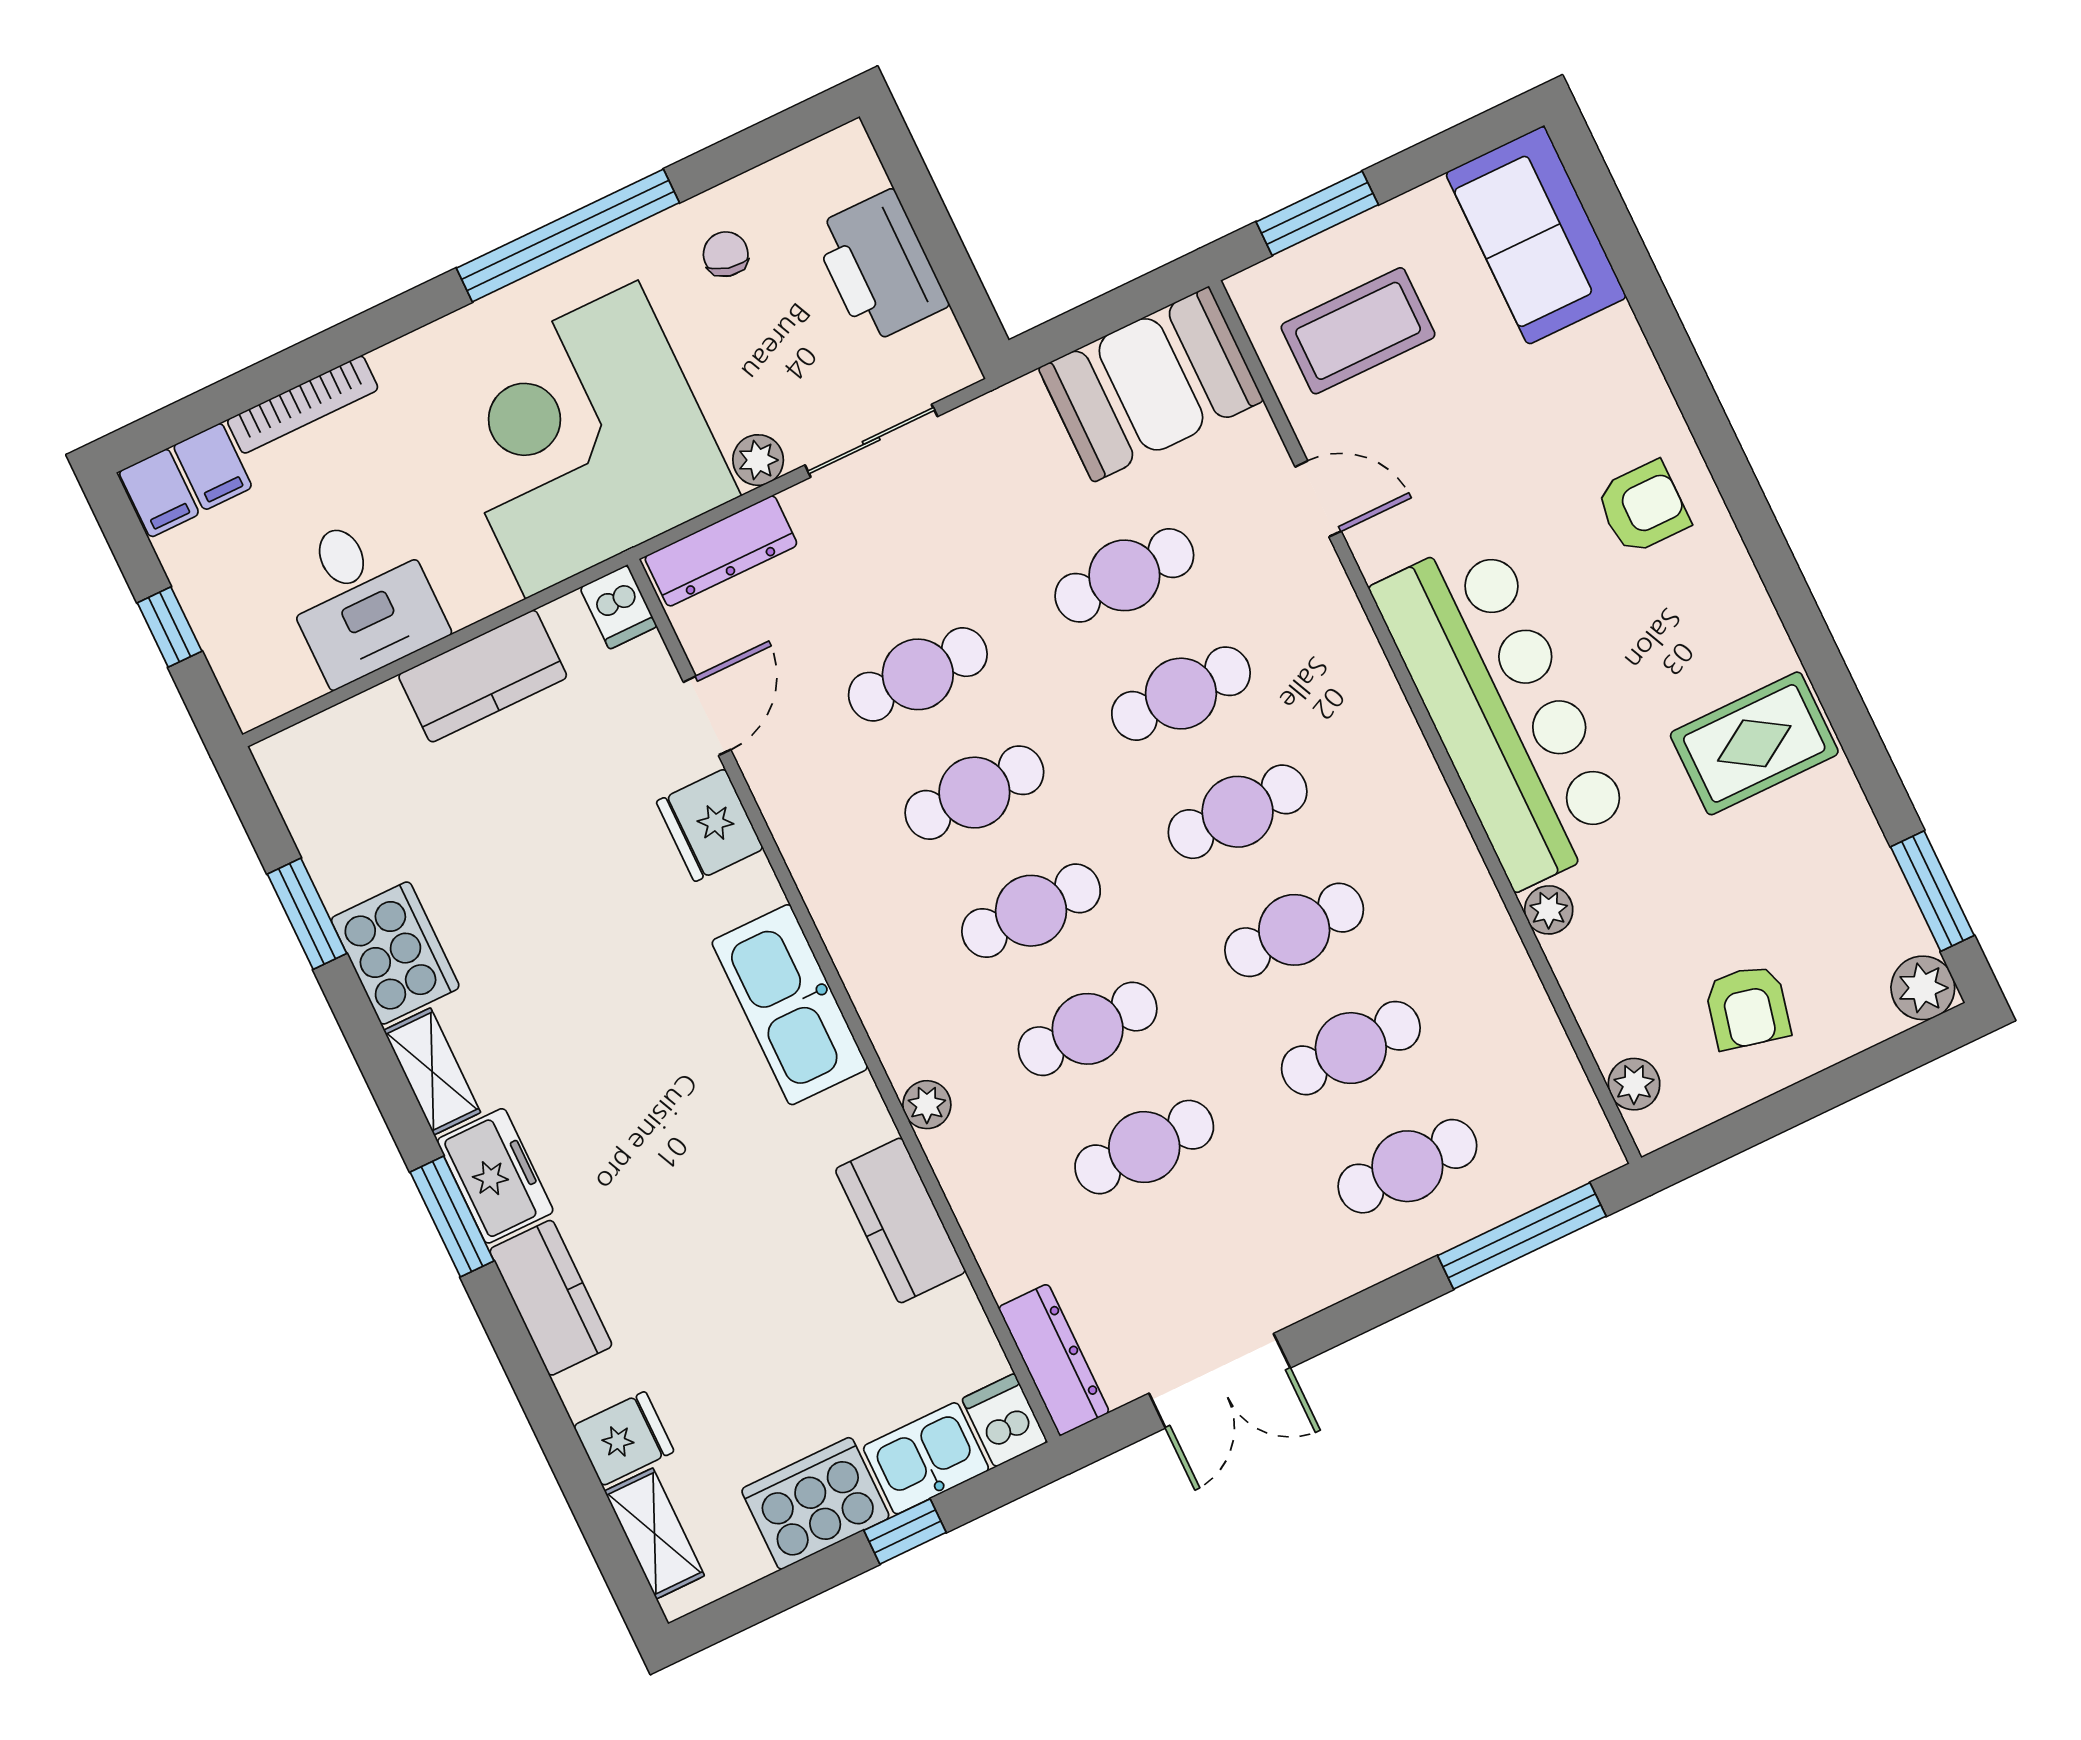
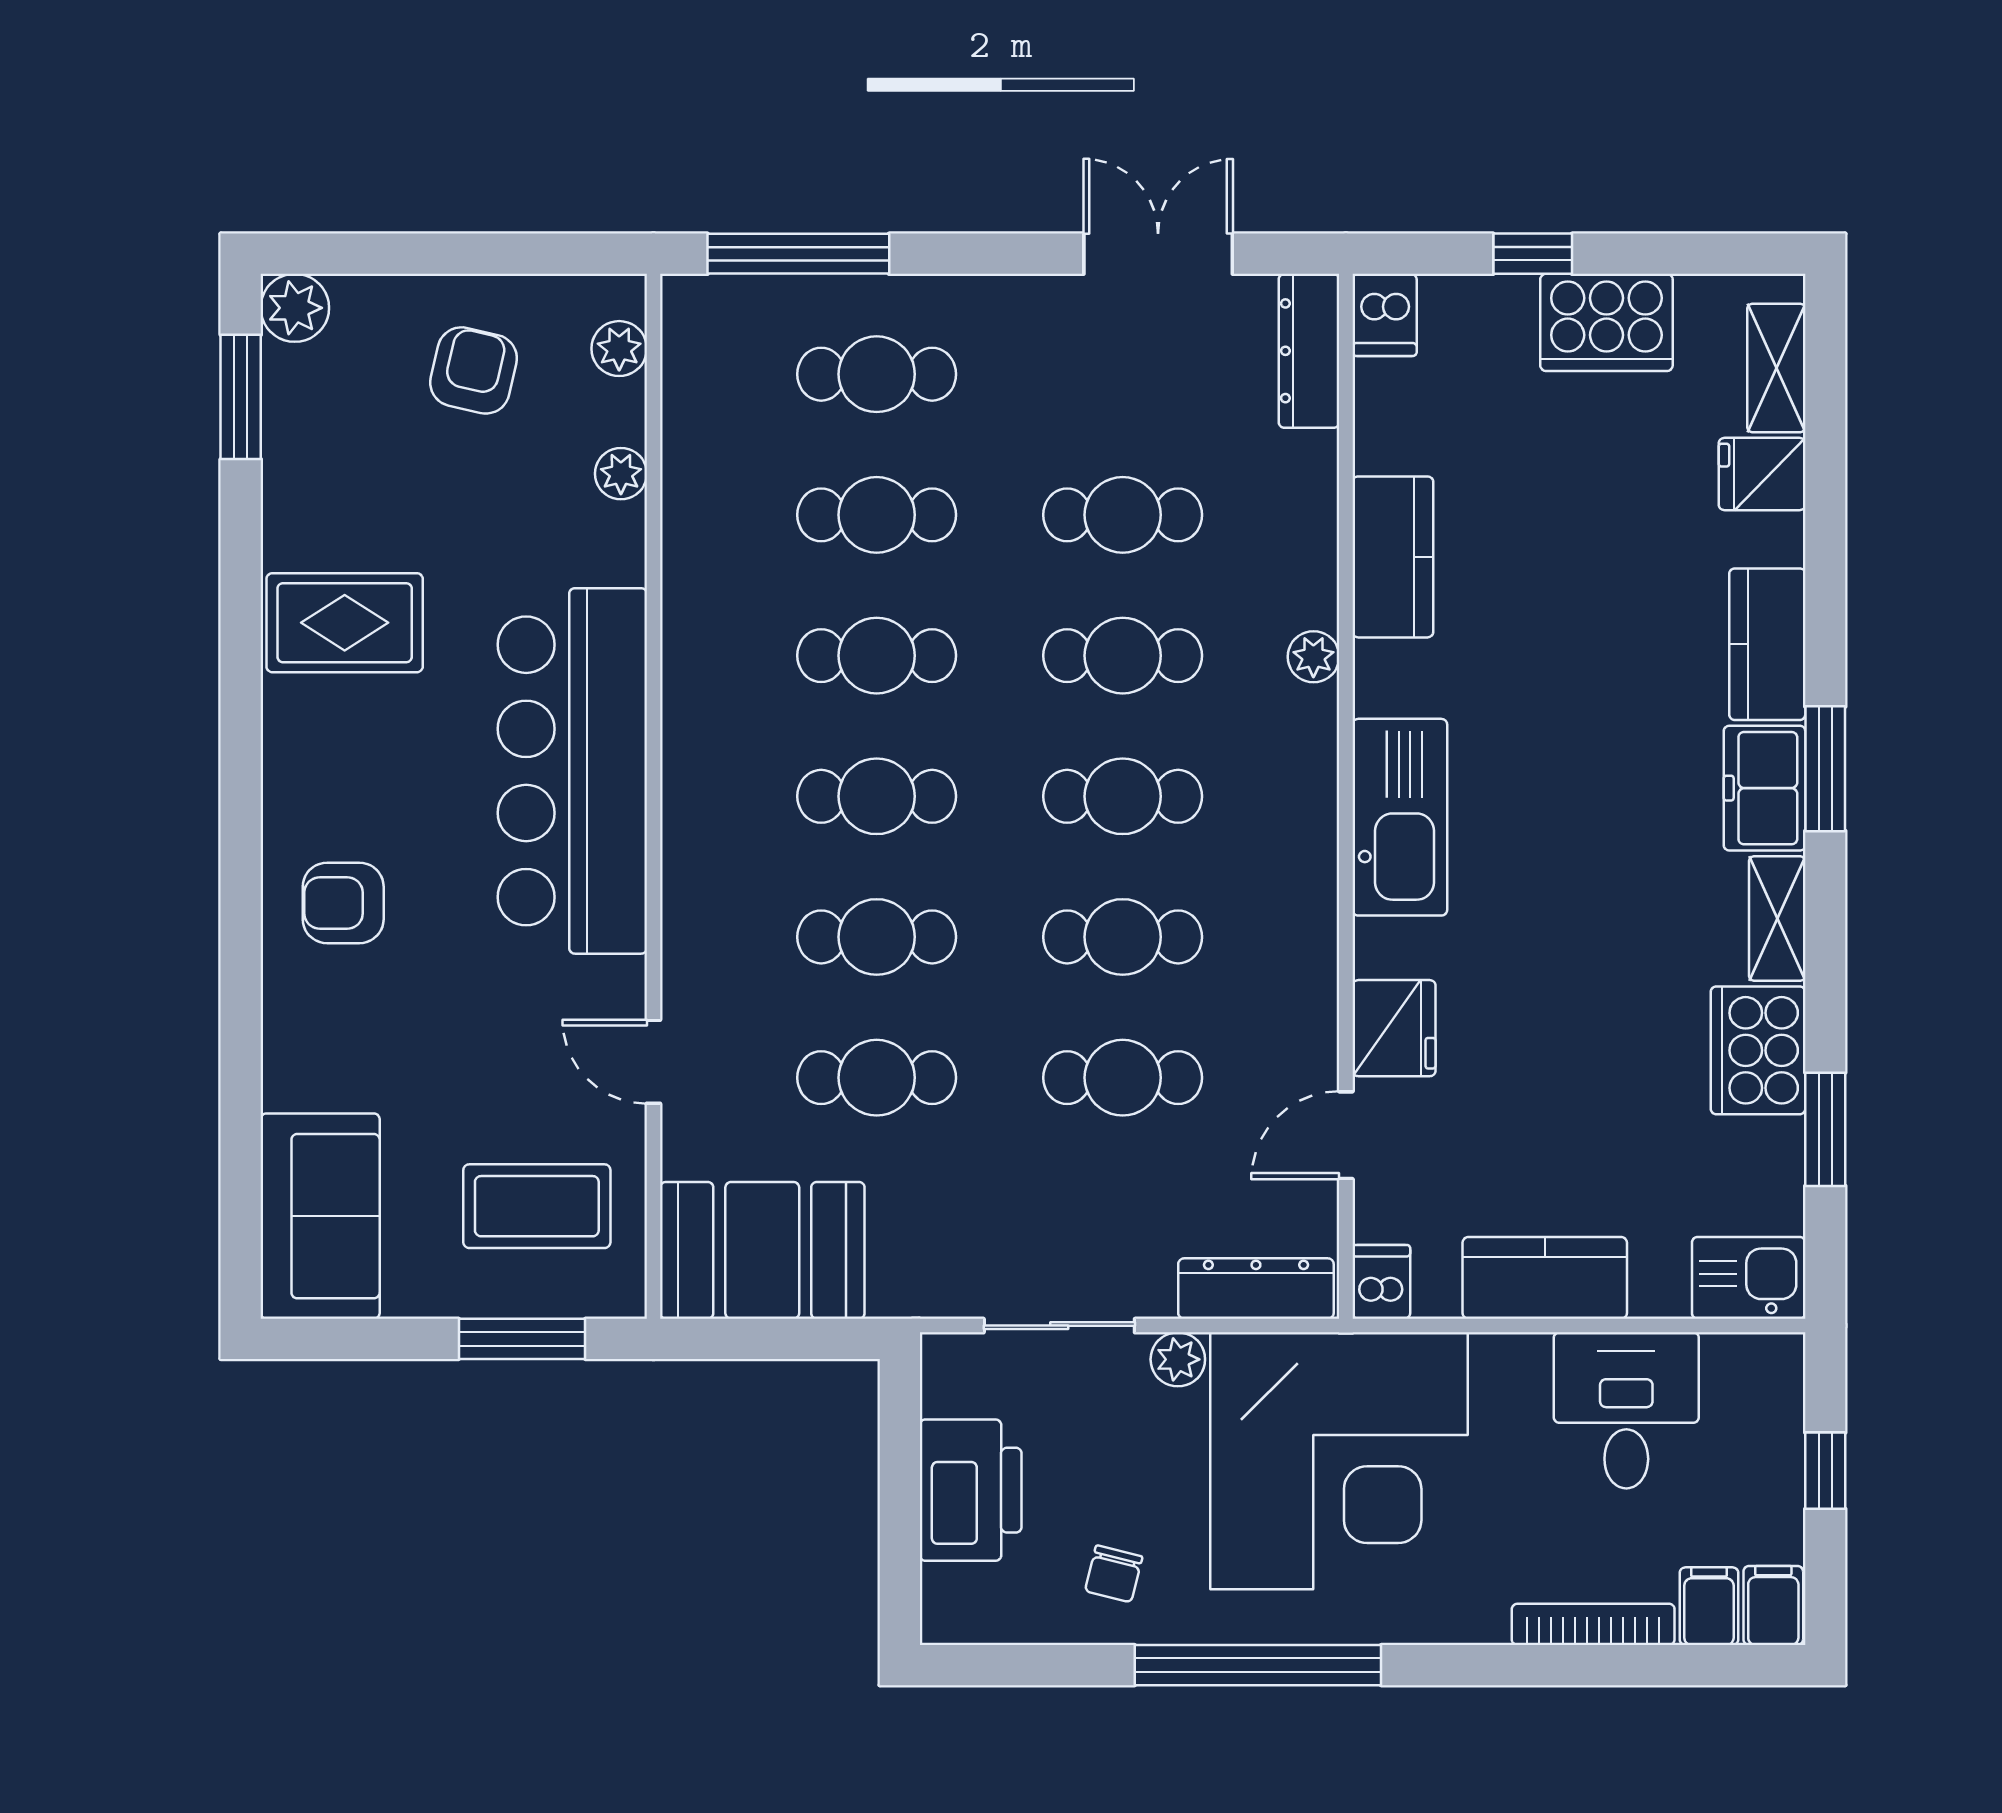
plant: (1549, 910) -> (621, 474), moved
kitchen sink: (926, 1458) -> (1749, 1278), moved, turned 180

